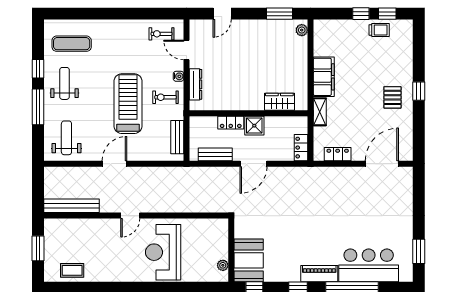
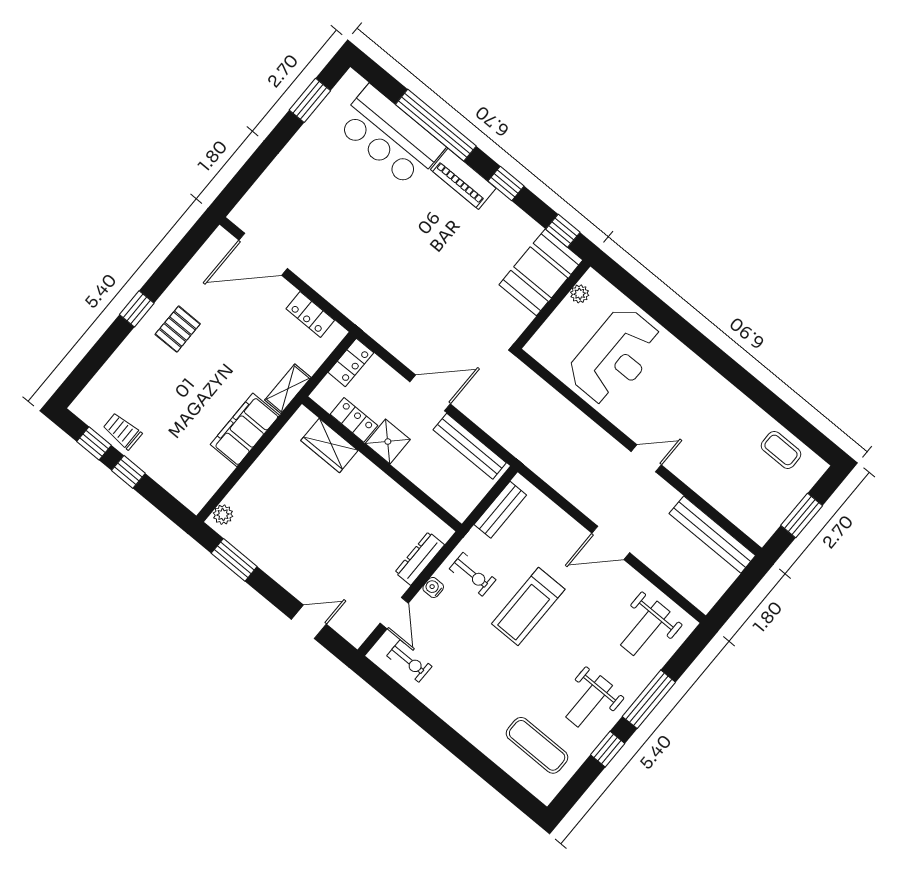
treadmill: (128, 104) -> (528, 606), width x0.73, depth x0.73
locker: (231, 123) -> (354, 420), moved
bench: (215, 154) -> (470, 446), width x1.36
reception desk: (163, 252) -> (615, 356), moved

